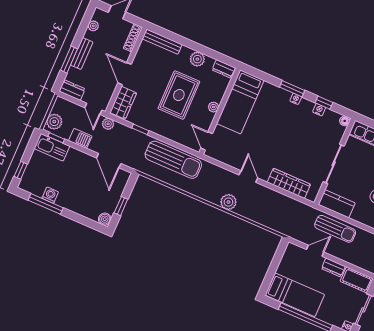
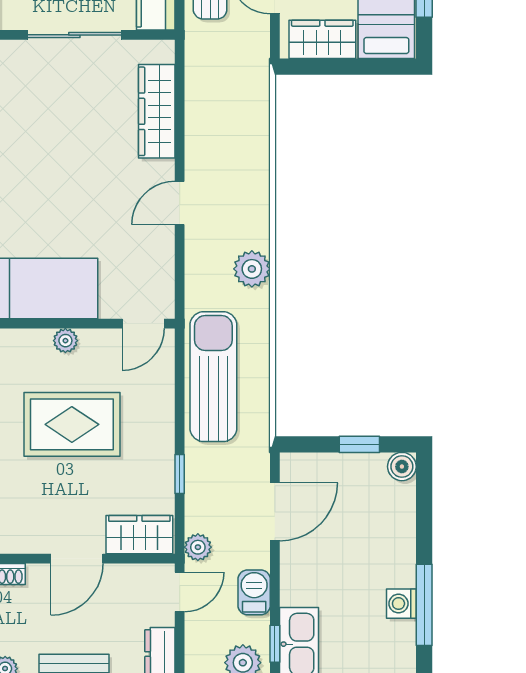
plant: (228, 202) -> (252, 269), moved
wardrobe: (289, 262) -> (322, 39), added

